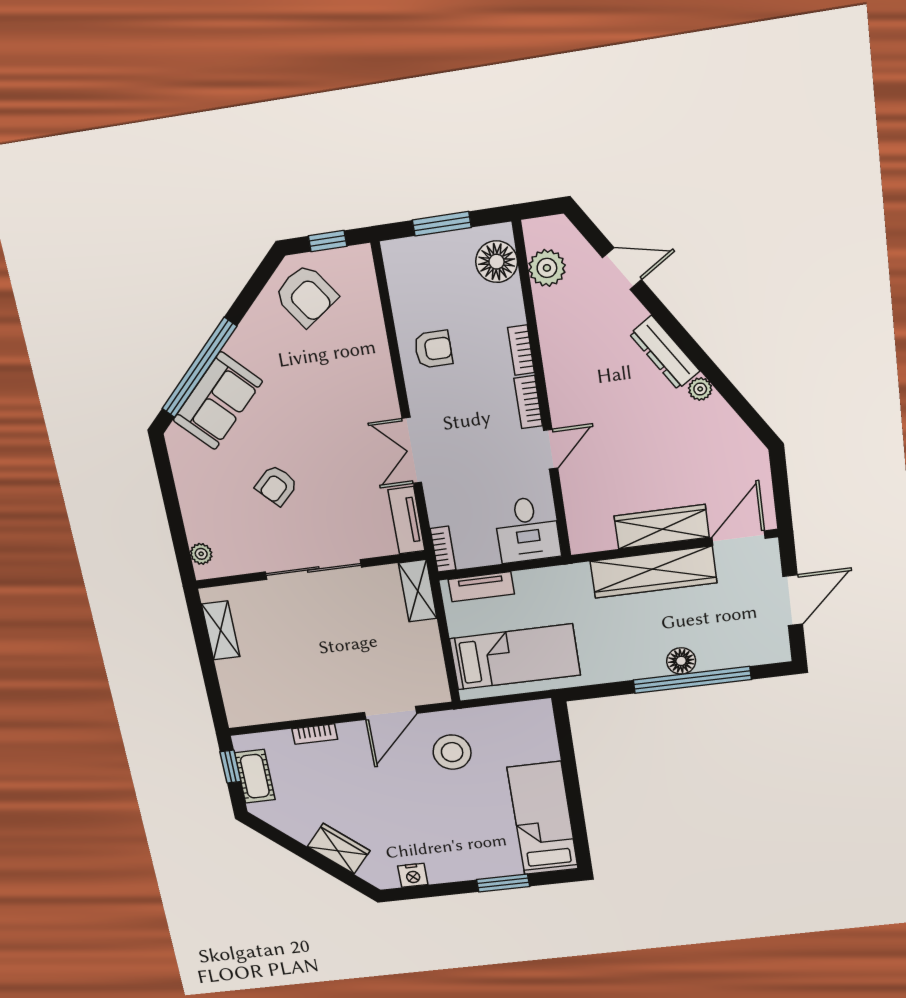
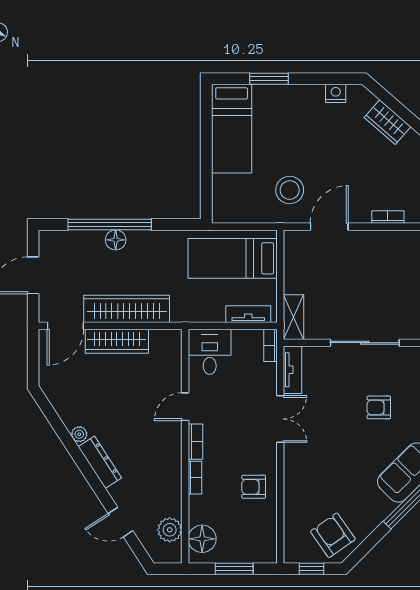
armchair: (276, 485) -> (379, 407), turned -136

